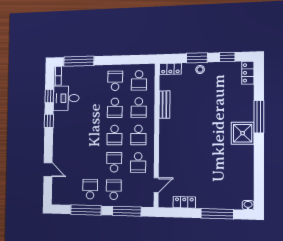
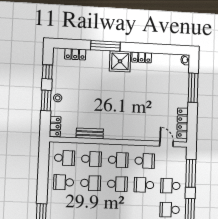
locker: (248, 73) -> (75, 54), moved
locker: (248, 157) -> (142, 57), added
locker: (184, 202) -> (182, 123), width x1.53

